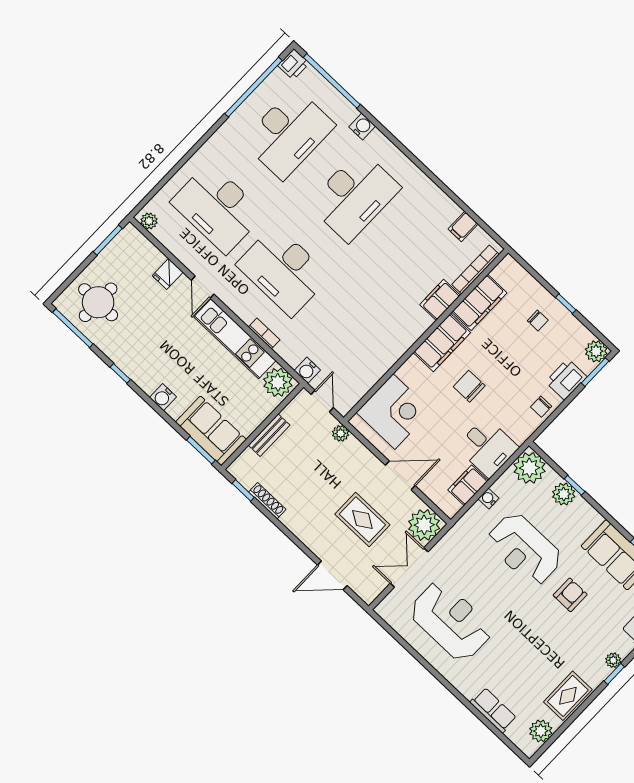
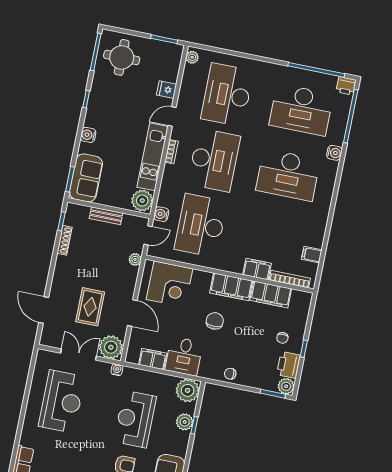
desk: (283, 270) -> (214, 160), turned 180
desk: (349, 333) -> (201, 225), added
bookcase: (264, 334) -> (171, 152), moved
printer: (566, 379) -> (289, 365), moved, turned -90
water cooler: (489, 498) -> (117, 370), moved

